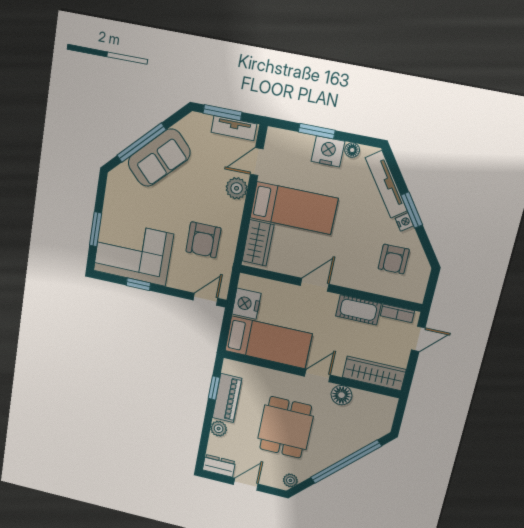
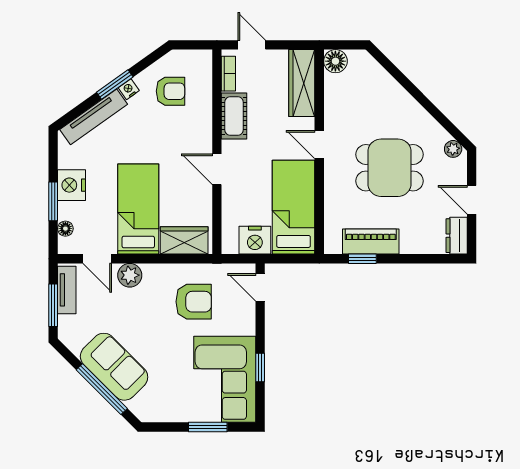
floor lamp: (352, 150) -> (65, 229), moved
floor lamp: (341, 395) -> (335, 61), moved
plant: (219, 429) -> (410, 244), removed
window: (346, 462) -> (414, 91), removed

